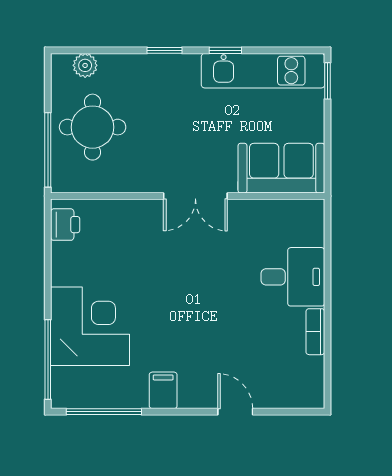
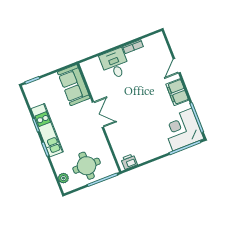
kitchen unit: (263, 71) -> (47, 130), moved
corner desk: (90, 326) -> (182, 129), moved
filing cabinet: (163, 390) -> (177, 92), width x2.00

